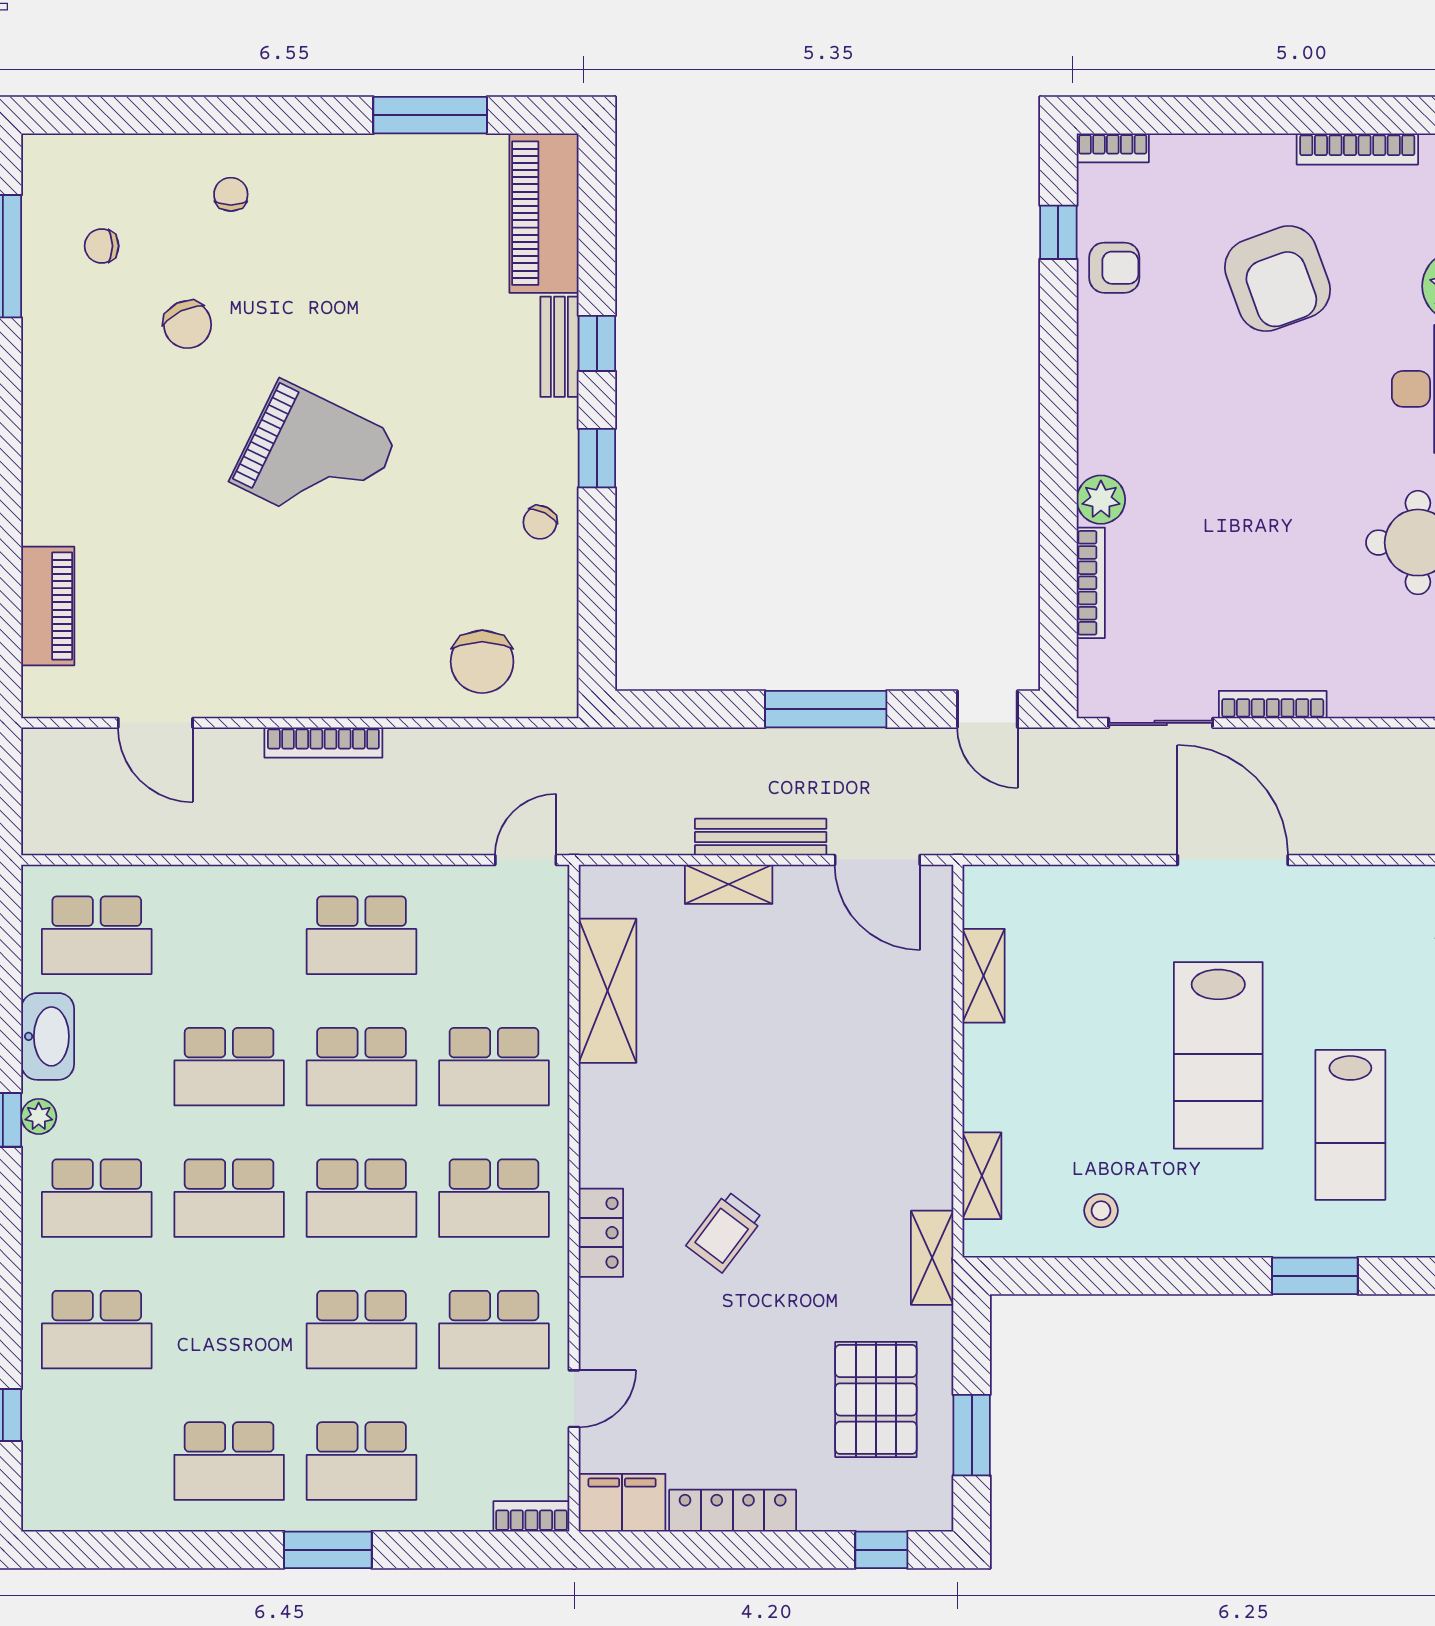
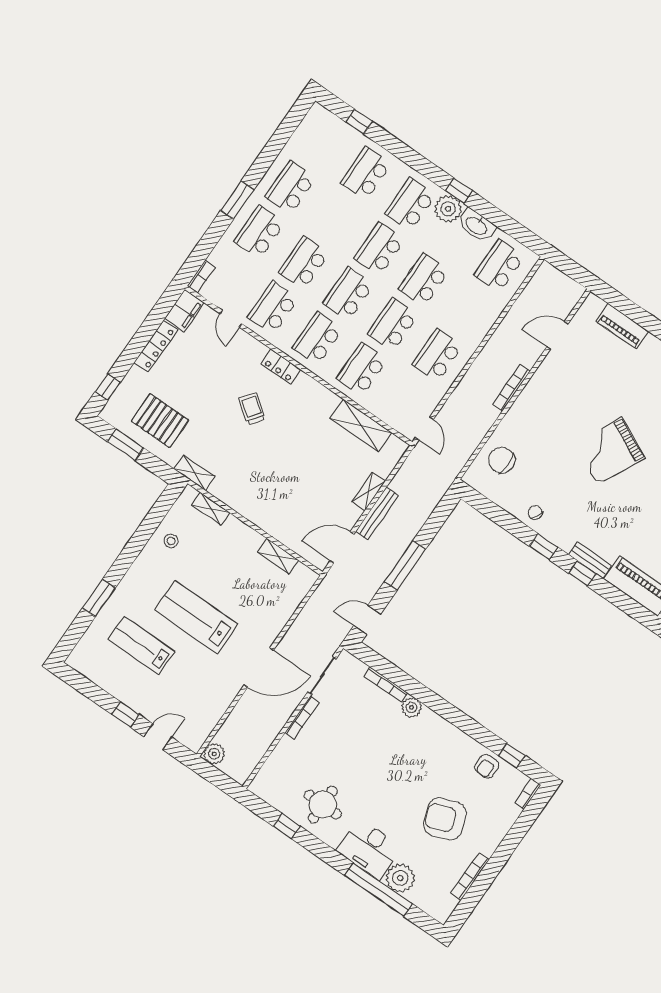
plant: (39, 1116) -> (448, 209), width x1.87, depth x1.87

